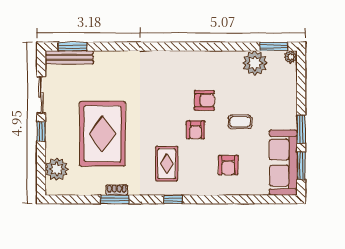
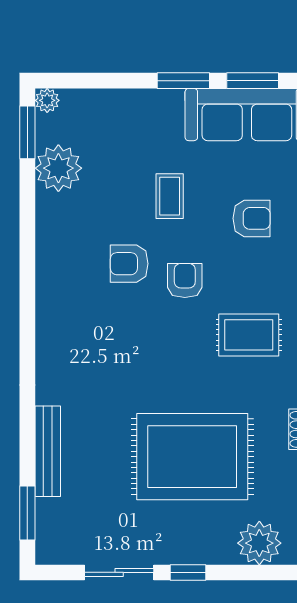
bench: (69, 57) -> (48, 451), moved
armchair: (204, 100) -> (129, 264), turned -90
armchair: (195, 130) -> (185, 281), turned -90

